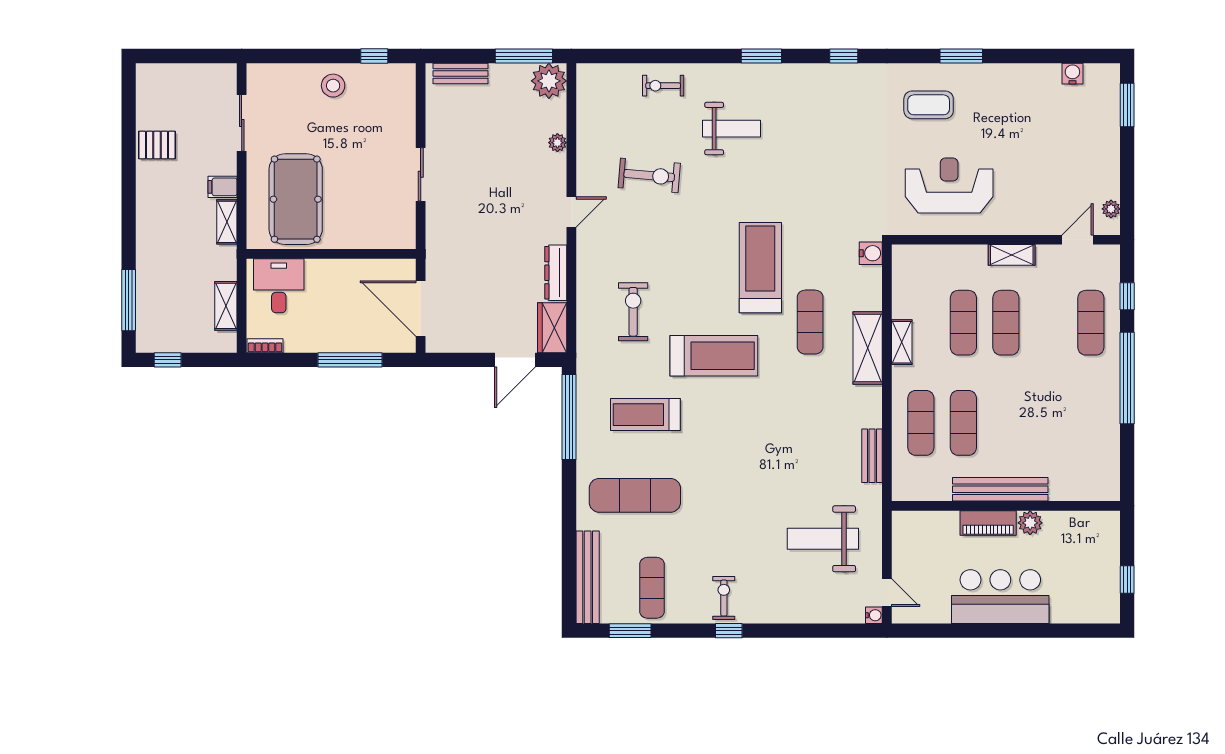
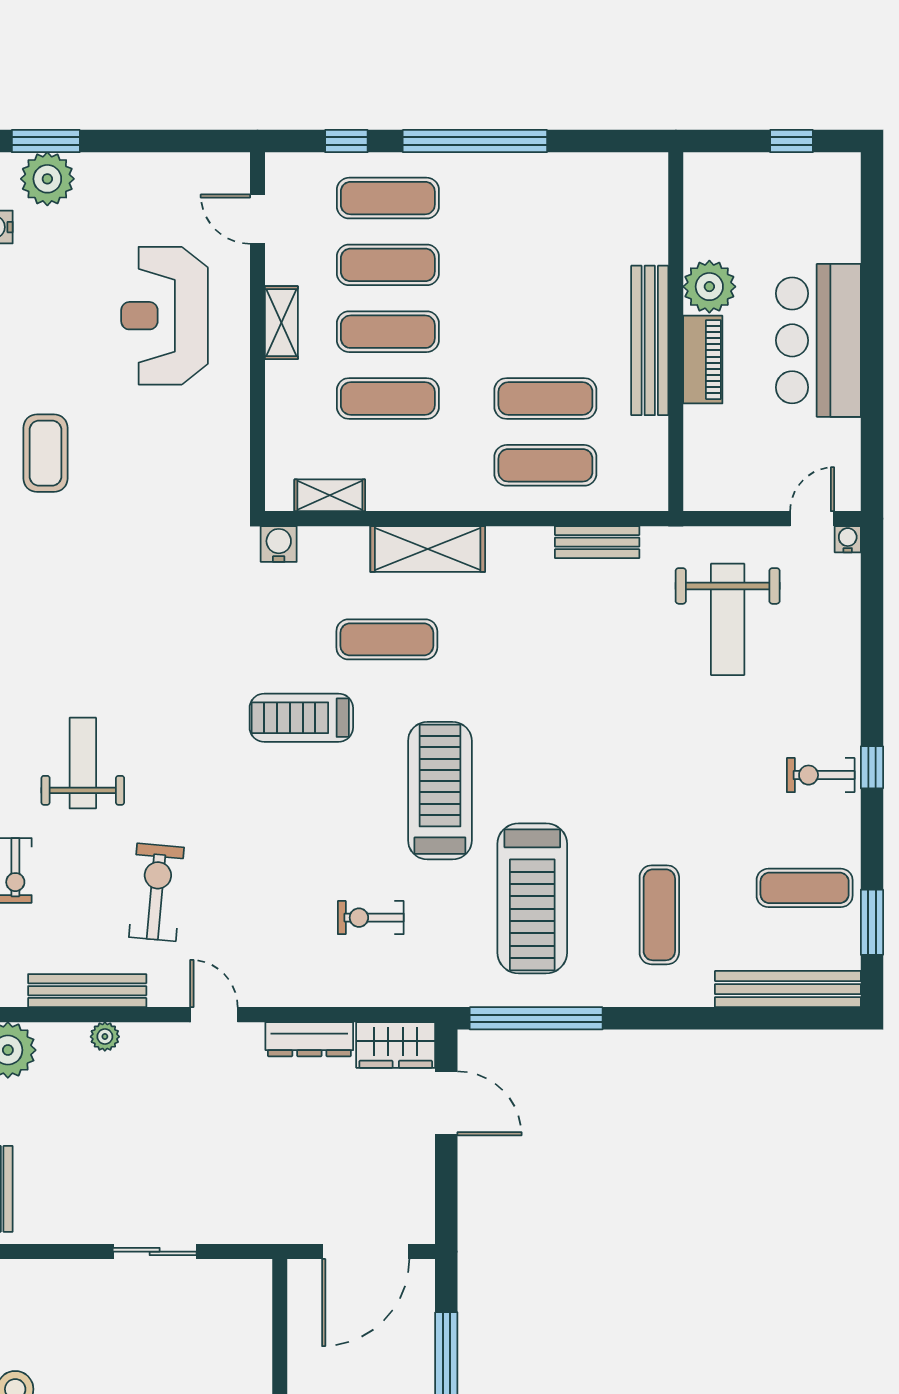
bench: (587, 131) -> (87, 991), added
reception desk: (949, 185) -> (165, 316), moved
plant: (1111, 209) -> (47, 179), moved, width x1.88, depth x1.88
treadmill: (760, 268) -> (301, 718), width x0.73, depth x0.73
exercise bike: (633, 312) -> (371, 918), width x0.73, depth x0.72
exercise mat: (1048, 323) -> (388, 265), added
shelving: (902, 342) -> (330, 495), moved
treadmill: (645, 415) -> (532, 898), width x1.37, depth x1.38
exercise mat: (635, 495) -> (659, 915), width x0.73, depth x0.69
plant: (1030, 523) -> (709, 287), width x1.36, depth x1.36

